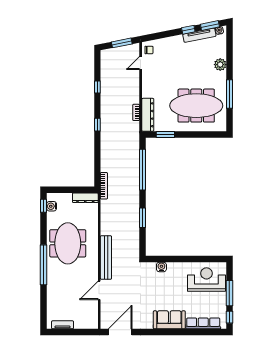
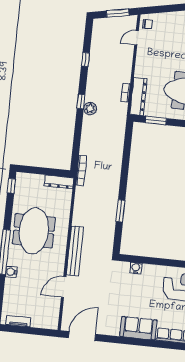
plant: (106, 130) -> (90, 109), added
window: (142, 170) -> (126, 157), removed
water cooler: (52, 206) -> (11, 272), moved

